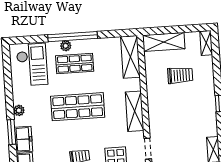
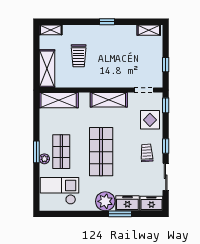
window: (73, 37) -> (36, 152), width x0.47
trolley: (180, 75) -> (79, 56), turned 180
plant: (19, 110) -> (105, 201), width x1.87, depth x1.87

